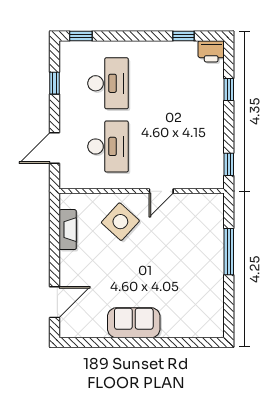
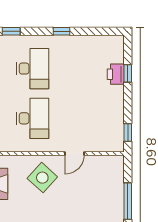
window: (184, 36) -> (61, 31), moved
printer: (211, 51) -> (116, 74), moved, turned 90

